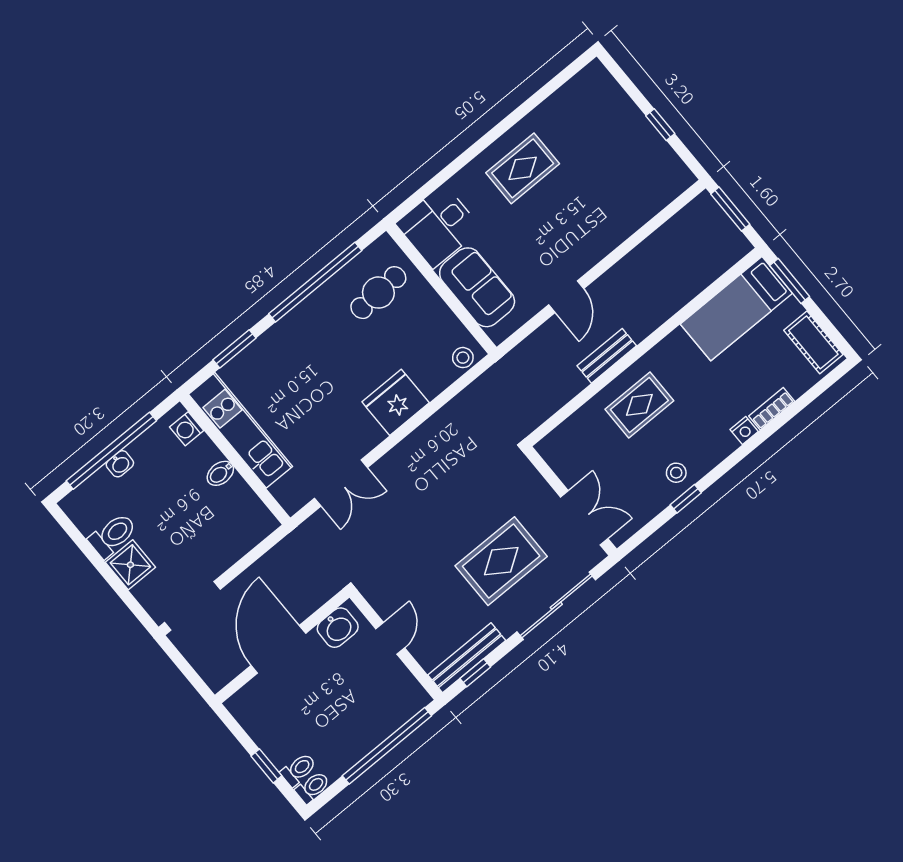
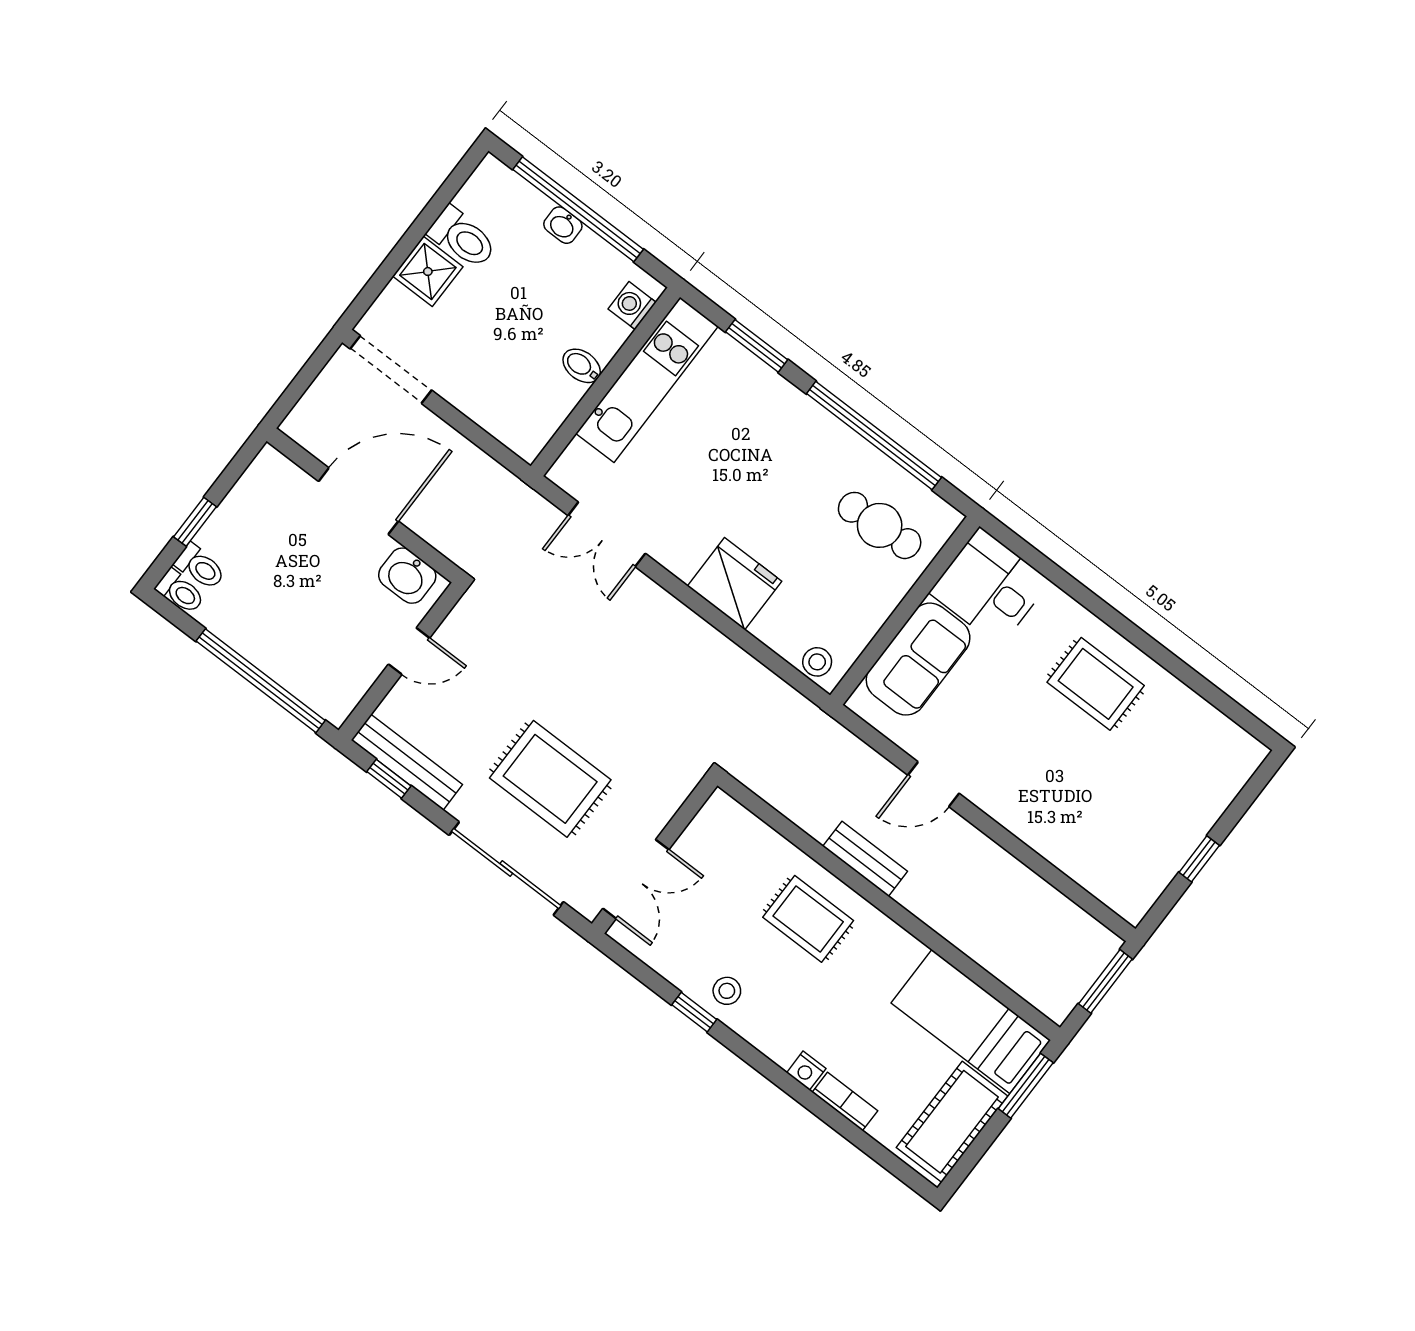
cot: (813, 342) -> (952, 1122), width x1.37, depth x1.34

